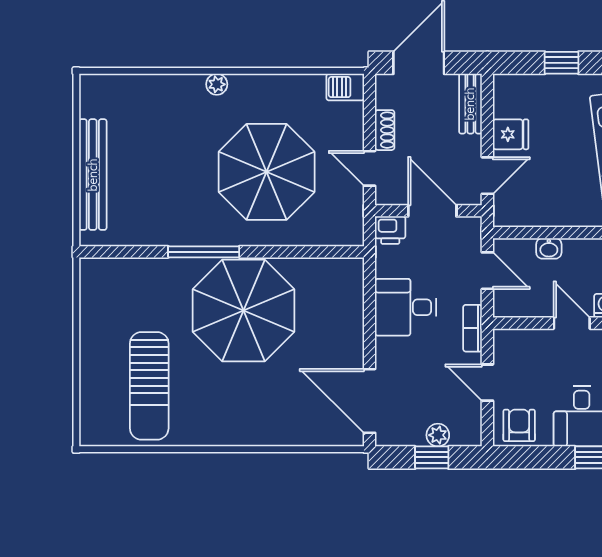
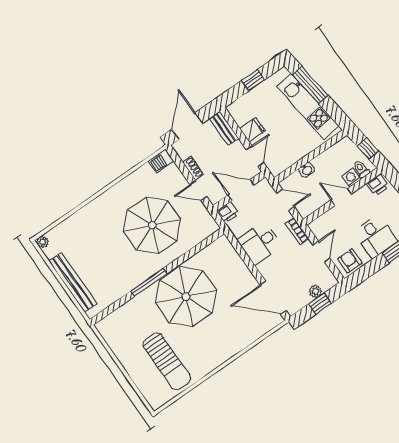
plant: (217, 84) -> (43, 242), moved
door: (487, 383) -> (321, 251), swing flipped

